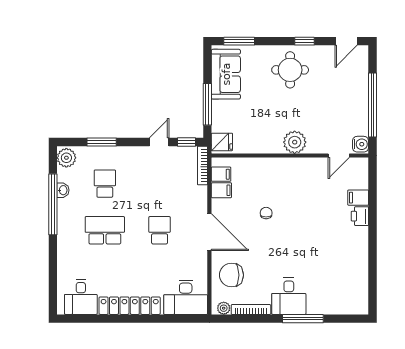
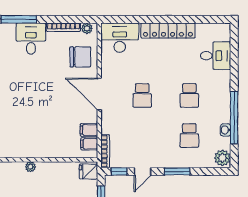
window: (102, 142) -> (177, 171), moved
plant: (295, 142) -> (30, 167), width x0.53, depth x0.53
chair: (266, 213) -> (50, 110), removed
school desk: (105, 230) -> (189, 95), width x0.54
desk: (81, 297) -> (216, 56), moved, turned 90

